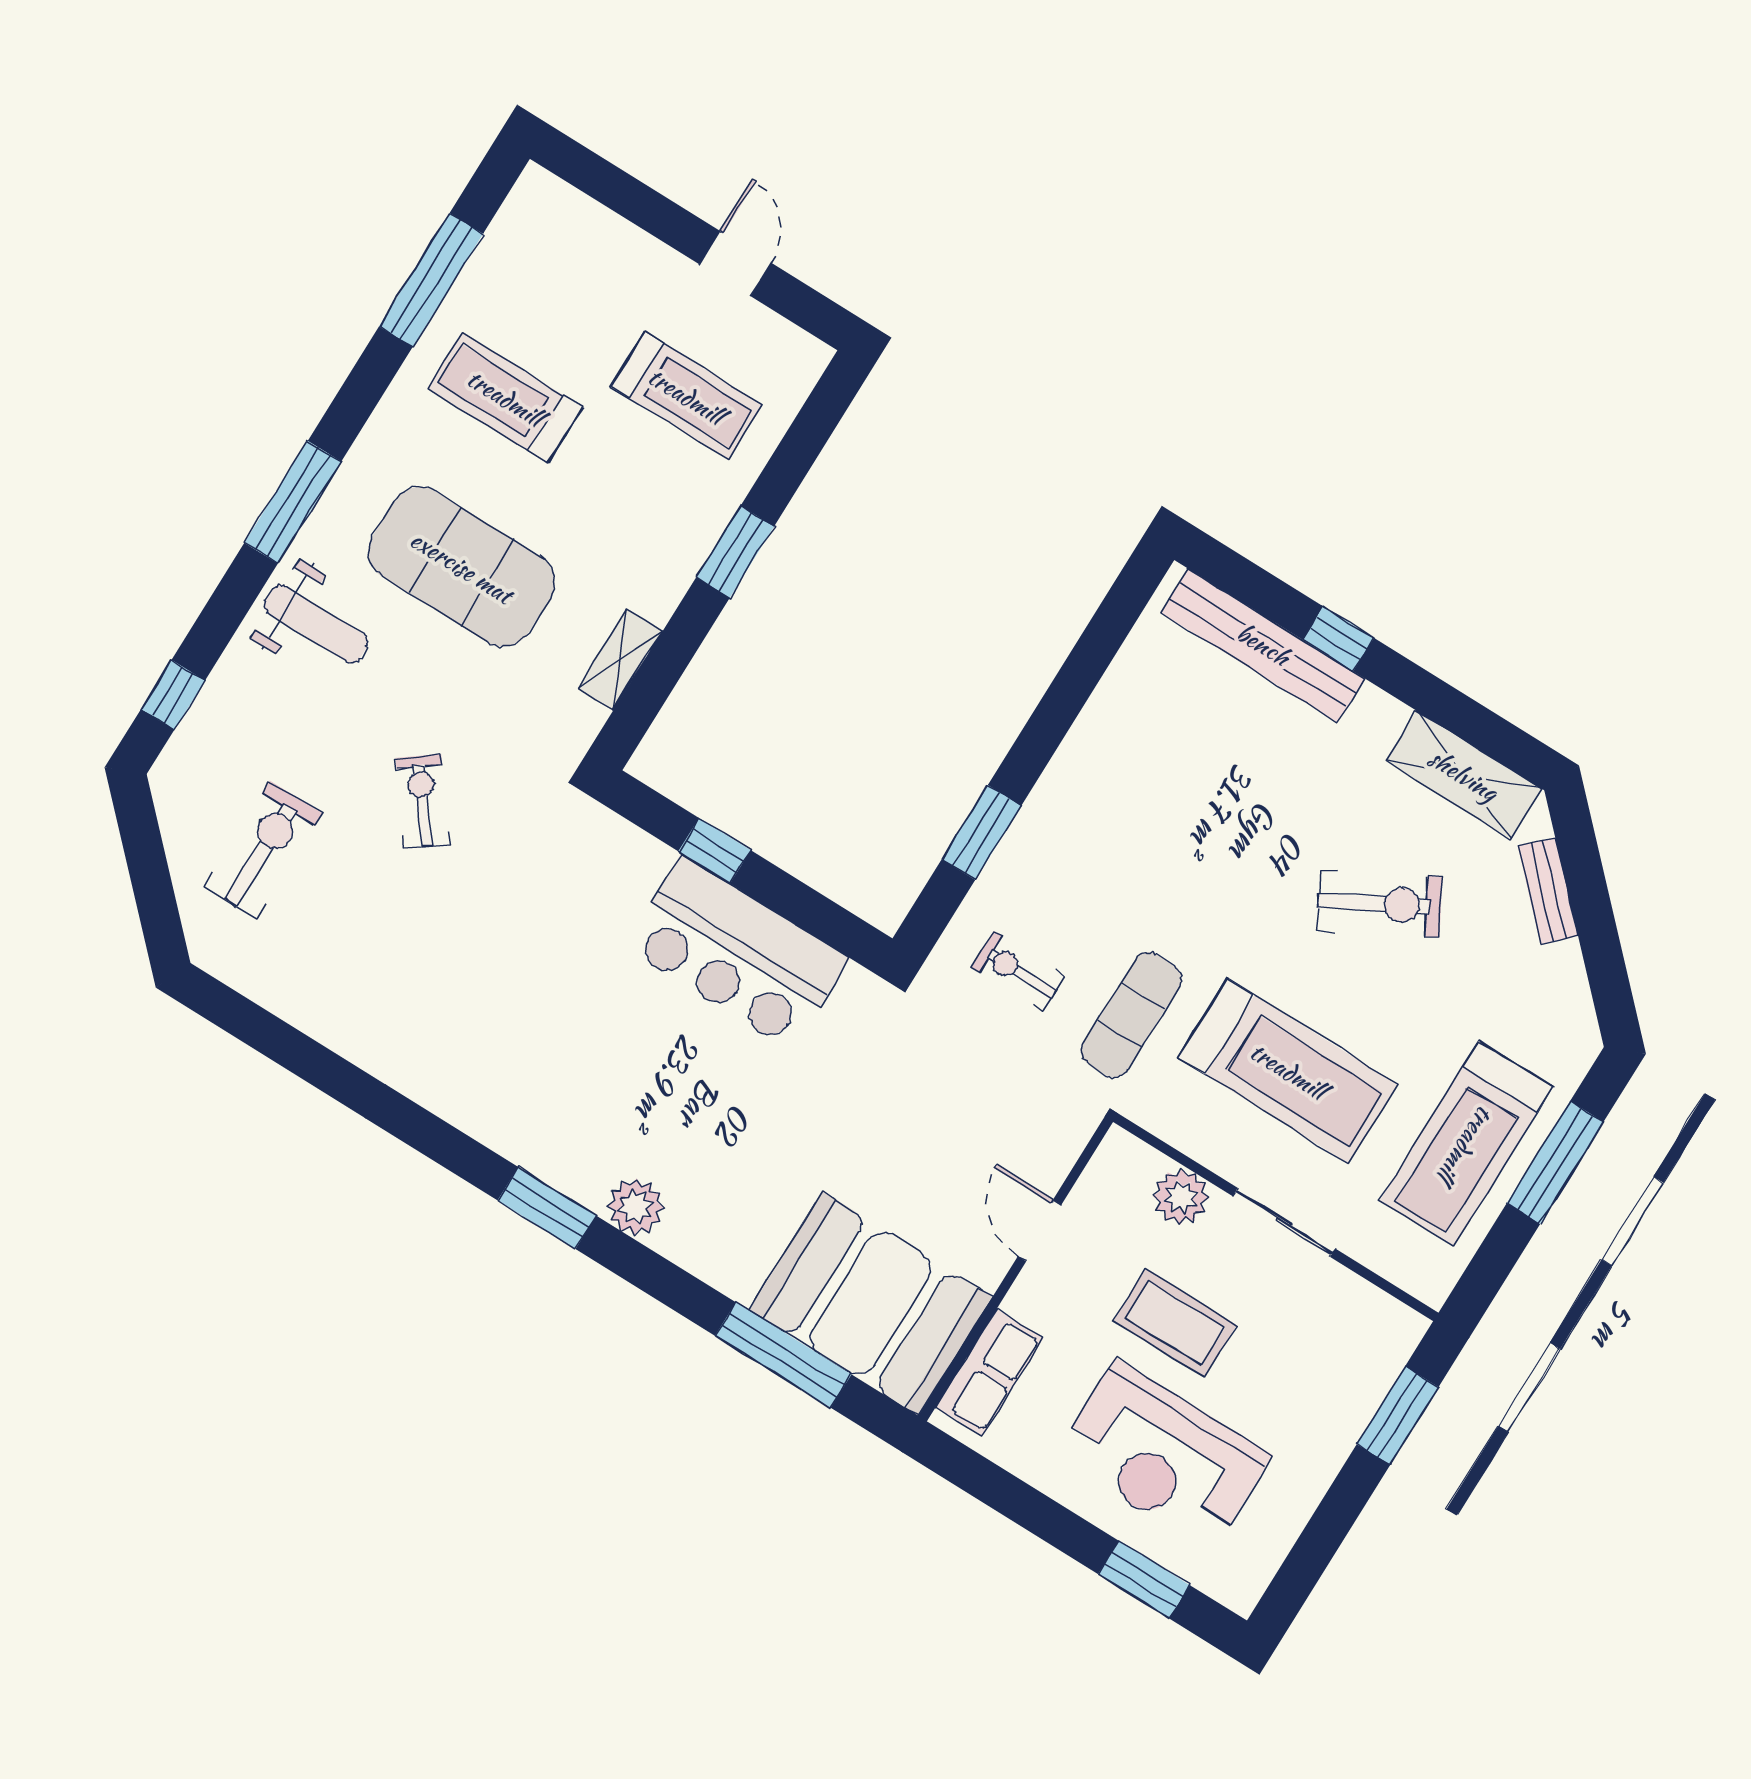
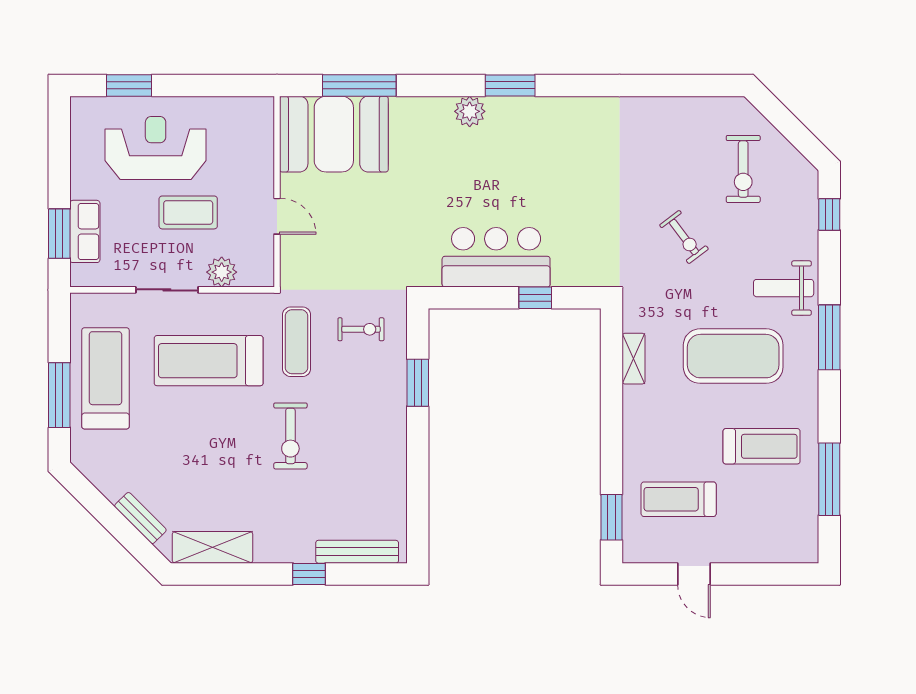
window: (735, 552) -> (611, 517), moved
bench: (1263, 645) -> (357, 552), width x0.73, depth x0.82
exercise bike: (1380, 904) -> (290, 436), moved, turned -61
row of seats: (990, 1372) -> (85, 231), moved, turned 180

